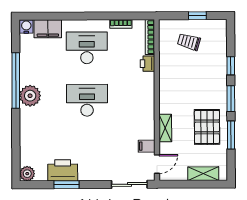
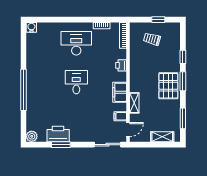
filing cabinet: (48, 29) -> (120, 92), moved, turned 90
printer: (147, 64) -> (121, 65), moved
window: (16, 81) -> (23, 90), moved
plant: (30, 96) -> (34, 79), removed
desk: (87, 100) -> (76, 82), width x0.73
pallet: (207, 127) -> (168, 86), moved
window: (231, 135) -> (183, 118), moved

